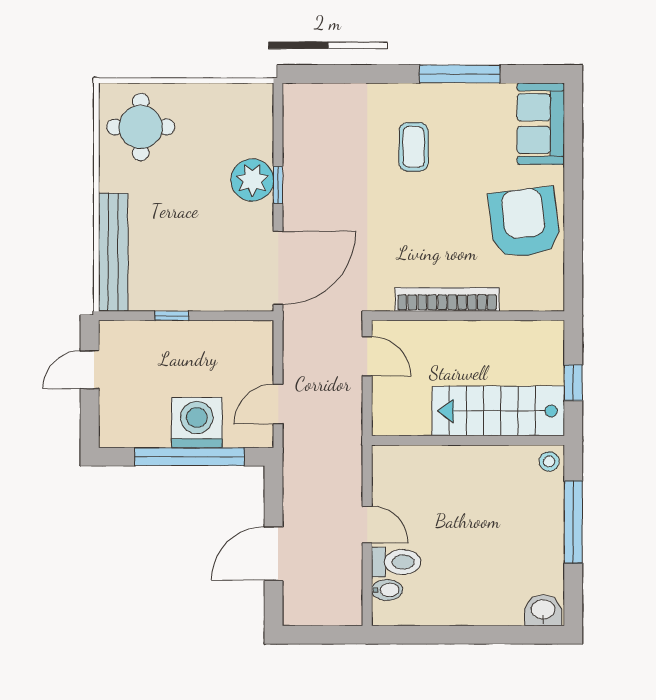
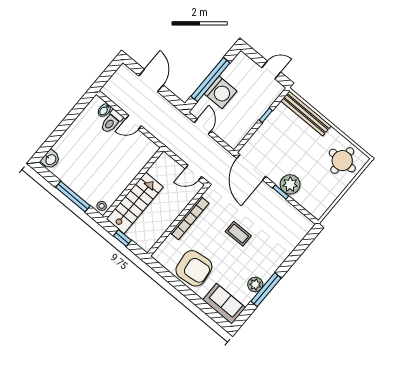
plant: (466, 99) -> (255, 284), added
coffee table: (414, 147) -> (238, 234), moved
door: (90, 370) -> (271, 70), hinge flipped

